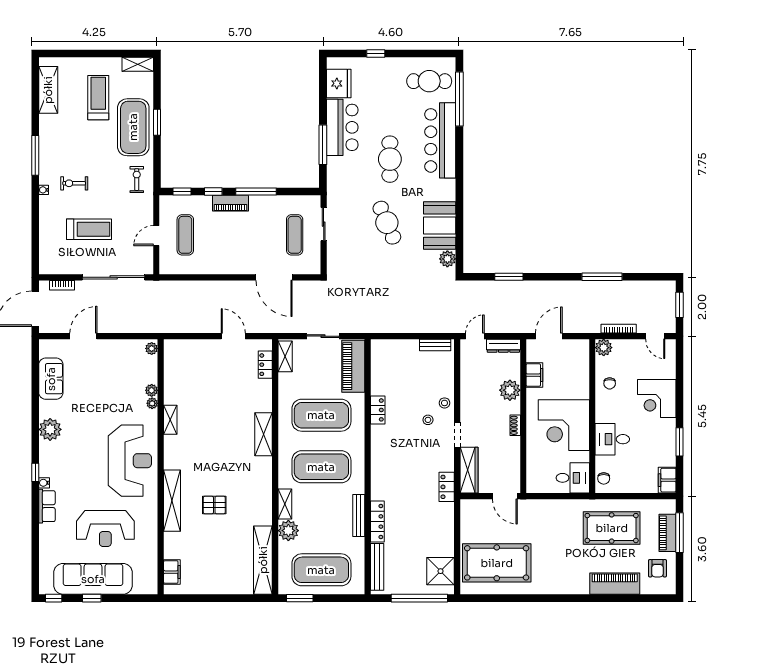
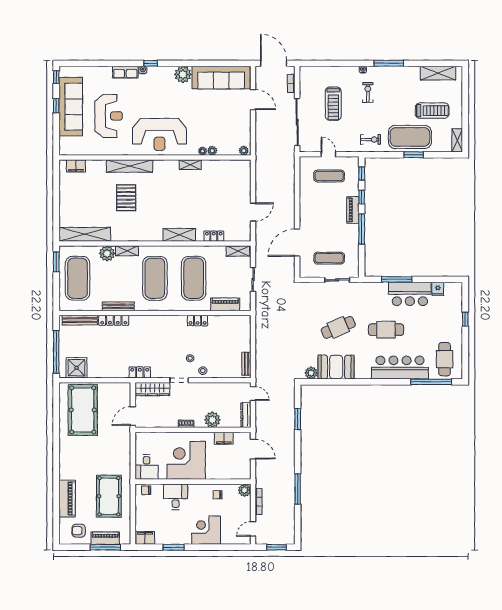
fridge: (339, 83) -> (438, 289), width x0.53, depth x0.75
locker: (265, 365) -> (214, 236), moved
piano: (353, 366) -> (225, 304), width x0.73, depth x0.75
sofa: (51, 379) -> (221, 77), width x1.85, depth x1.27
pallet: (214, 505) -> (126, 198), width x1.50, depth x1.42
reception desk: (105, 528) -> (109, 116), turned 180

